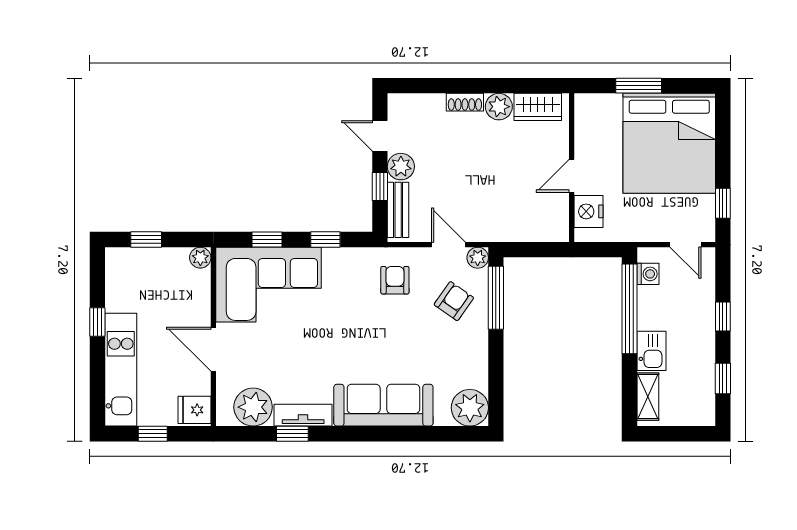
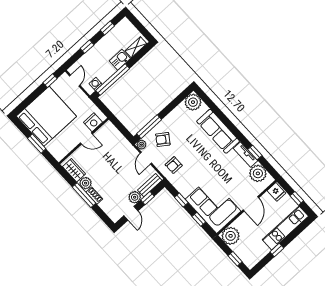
window: (481, 86) -> (84, 195), added
plant: (200, 258) -> (231, 236), width x1.87, depth x1.87

